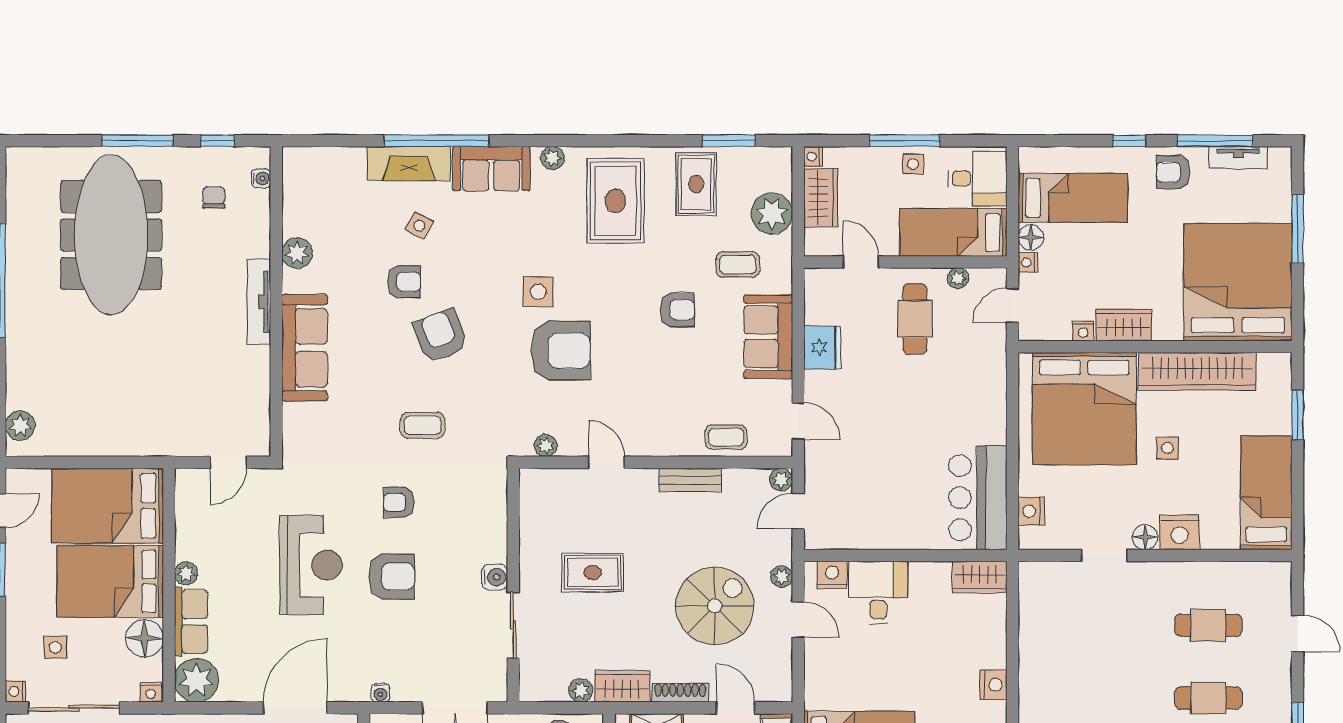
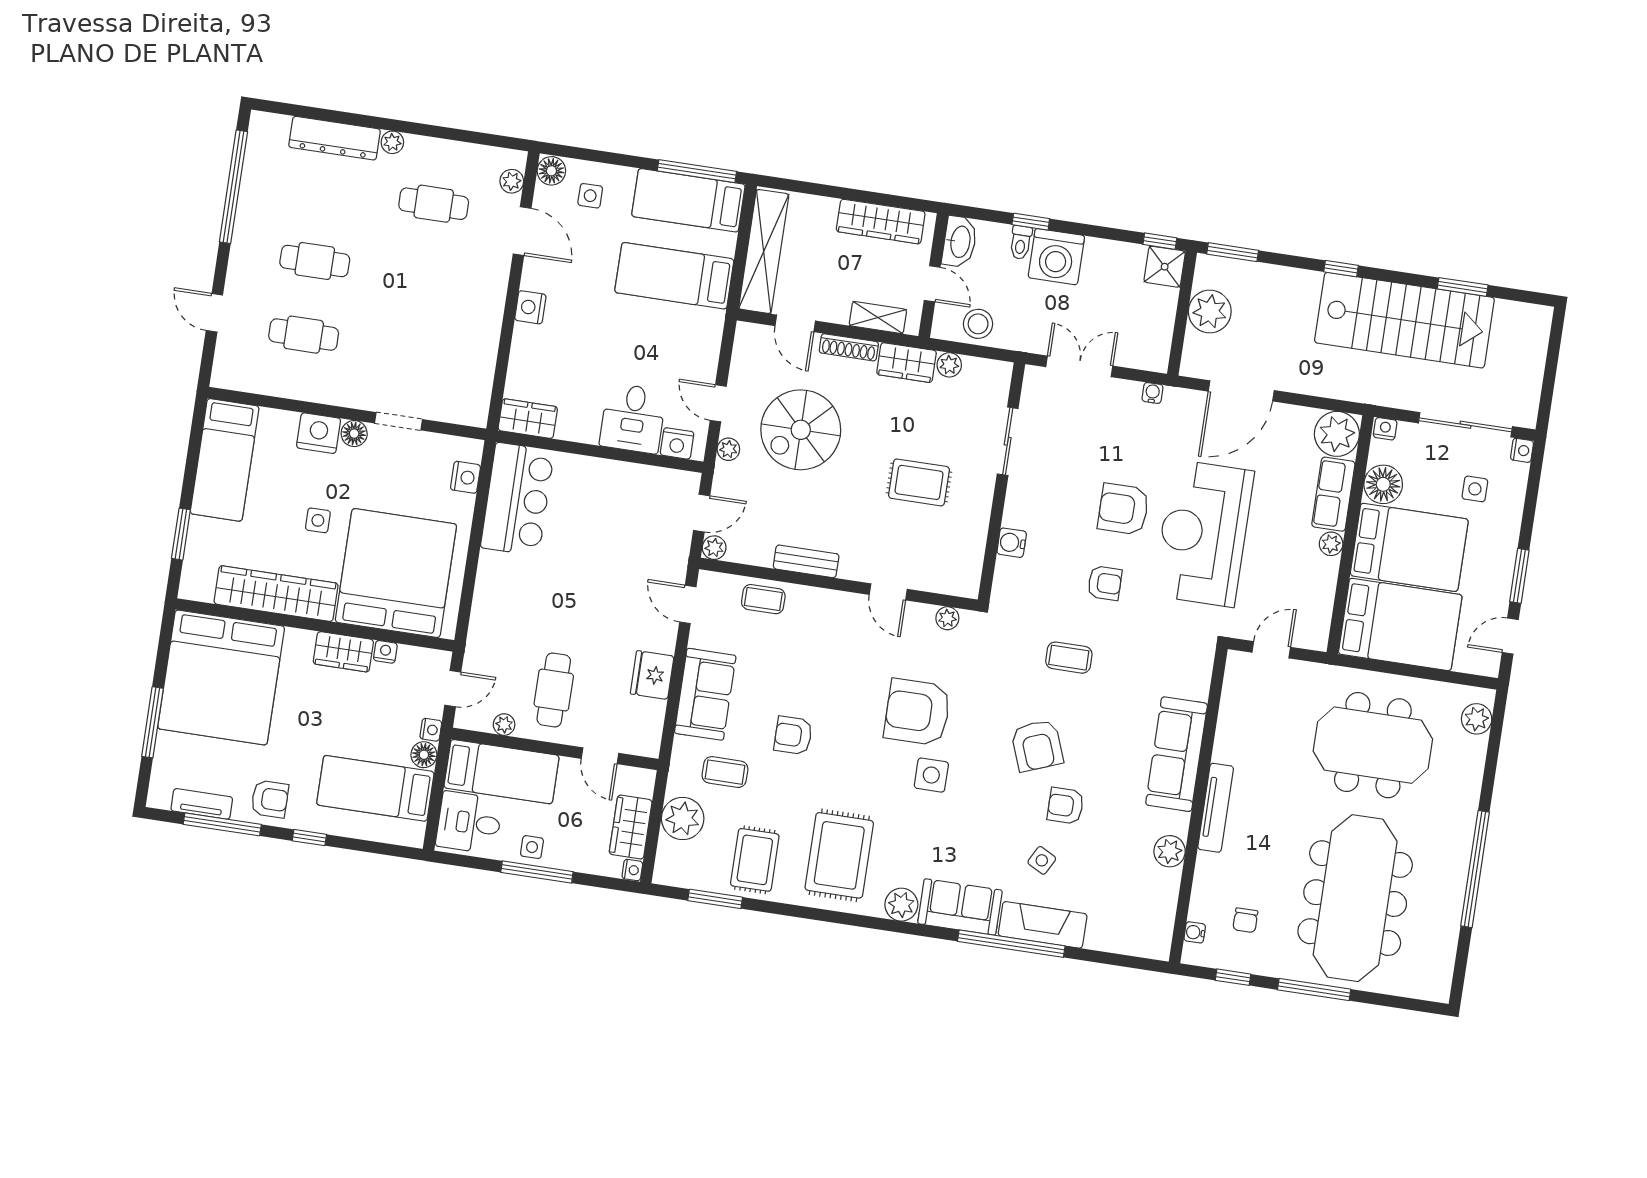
plant: (553, 158) -> (901, 905), width x1.38, depth x1.38
meeting table: (116, 385) -> (1373, 745), added
reception desk: (311, 565) -> (1203, 533), width x1.36, depth x1.30
water cooler: (495, 577) -> (1012, 543), moved

